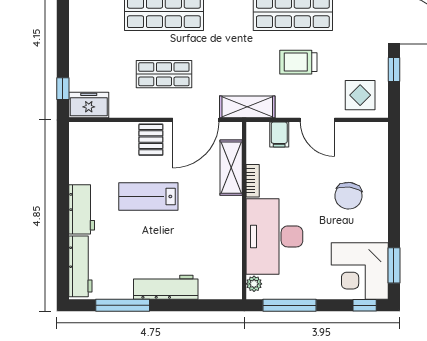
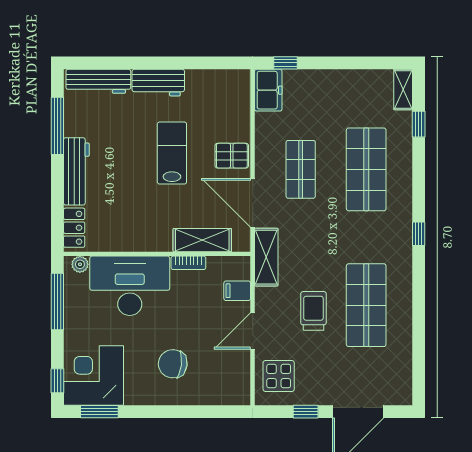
locker: (219, 289) -> (74, 228), added

